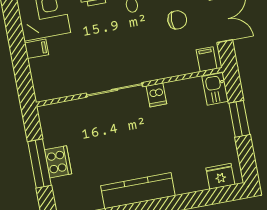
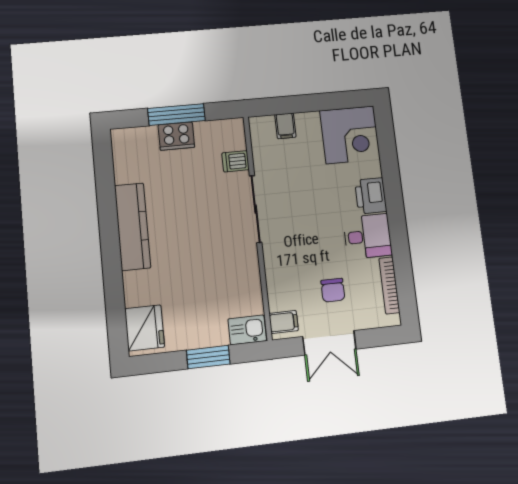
filing cabinet: (37, 49) -> (285, 126), moved
dishwasher: (156, 95) -> (236, 161), moved
fridge: (220, 176) -> (145, 328), width x1.36, depth x1.34

